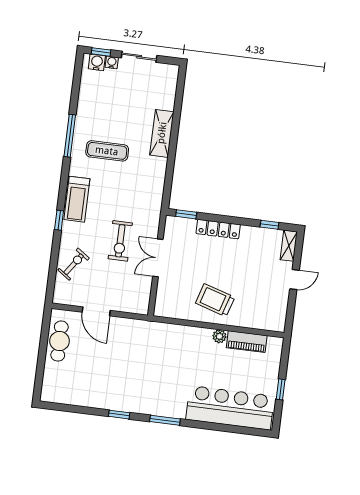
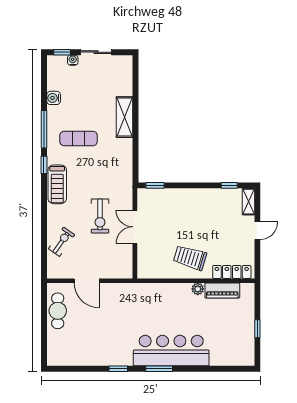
water cooler: (97, 62) -> (54, 98), moved, turned -90
window: (59, 220) -> (44, 165), moved
locker: (218, 229) -> (232, 272), moved, turned 180
bar counter: (230, 408) -> (171, 351), moved

